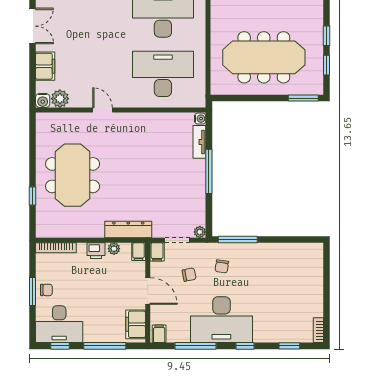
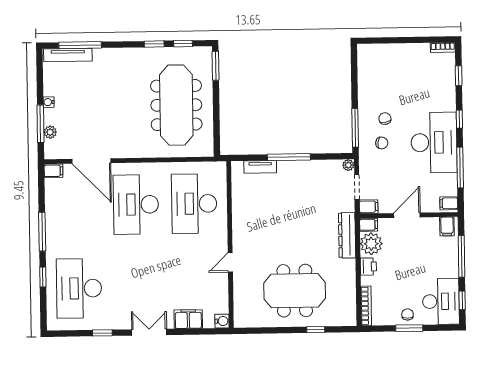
plant: (60, 99) -> (220, 304), removed
water cooler: (200, 119) -> (237, 167), removed
plant: (114, 249) -> (371, 244), width x1.88, depth x1.88
chair: (189, 275) -> (385, 119), moved
filing cabinet: (136, 324) -> (447, 226), width x0.50

